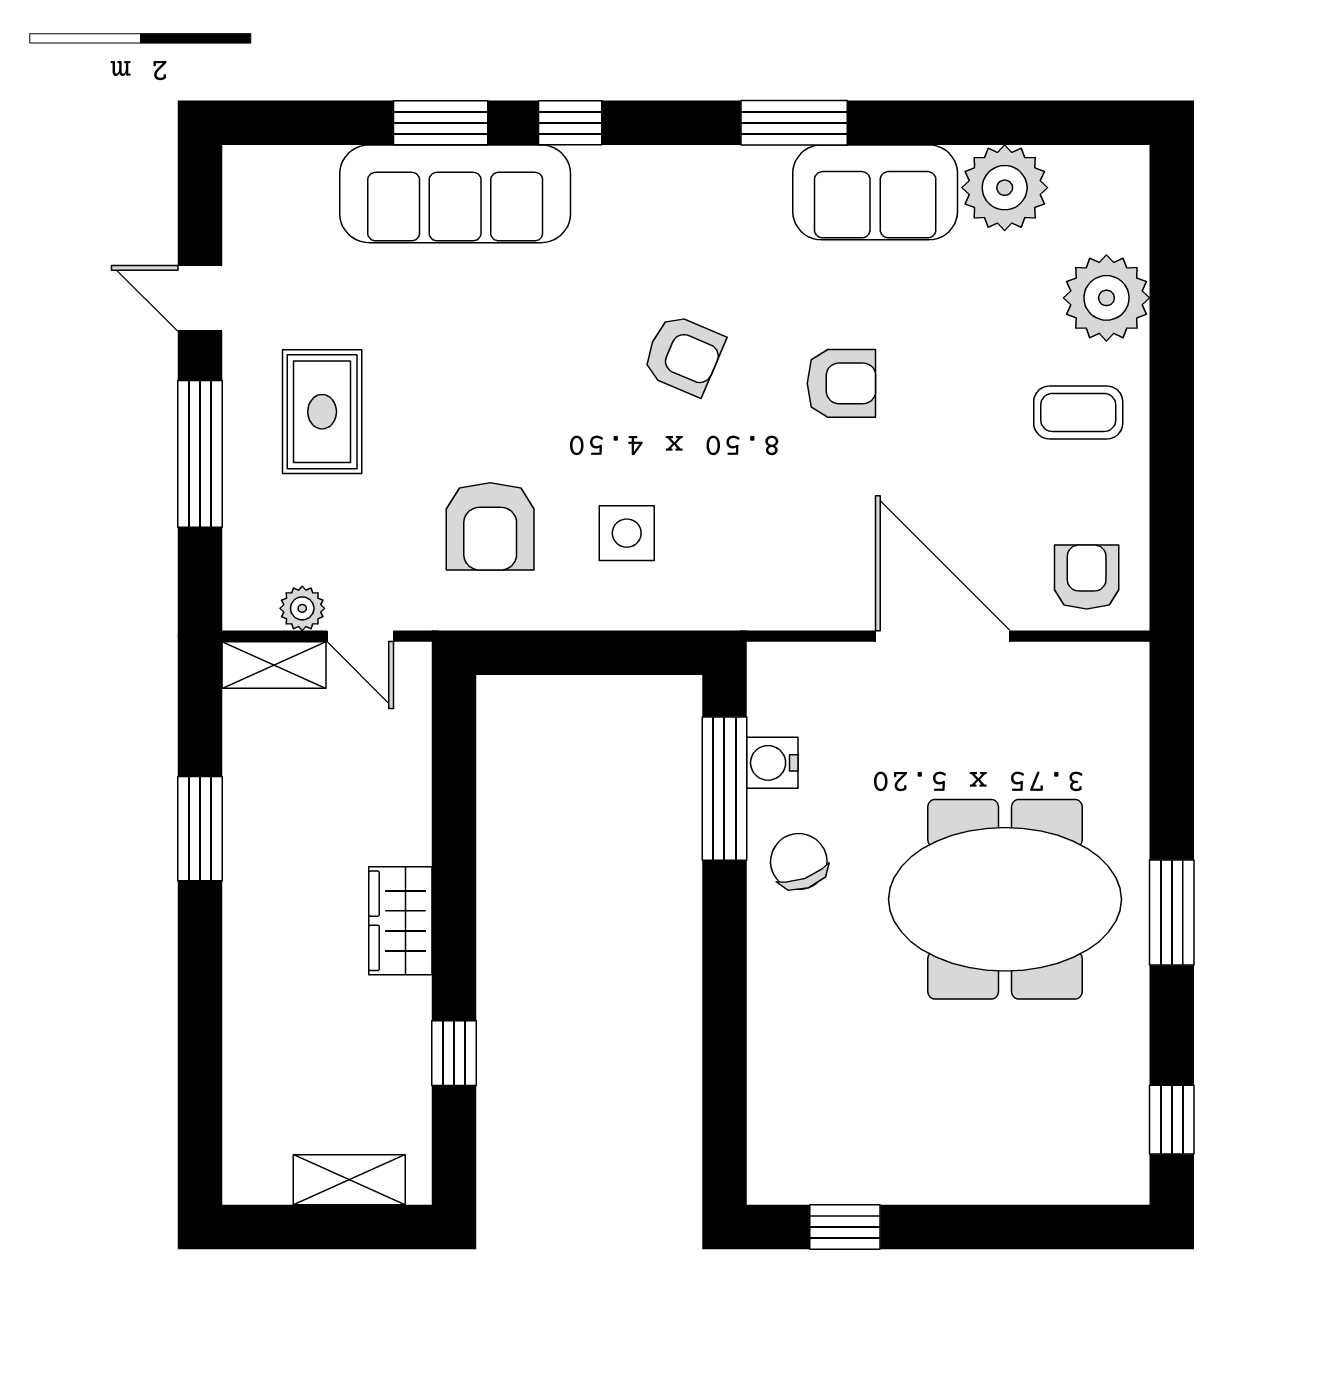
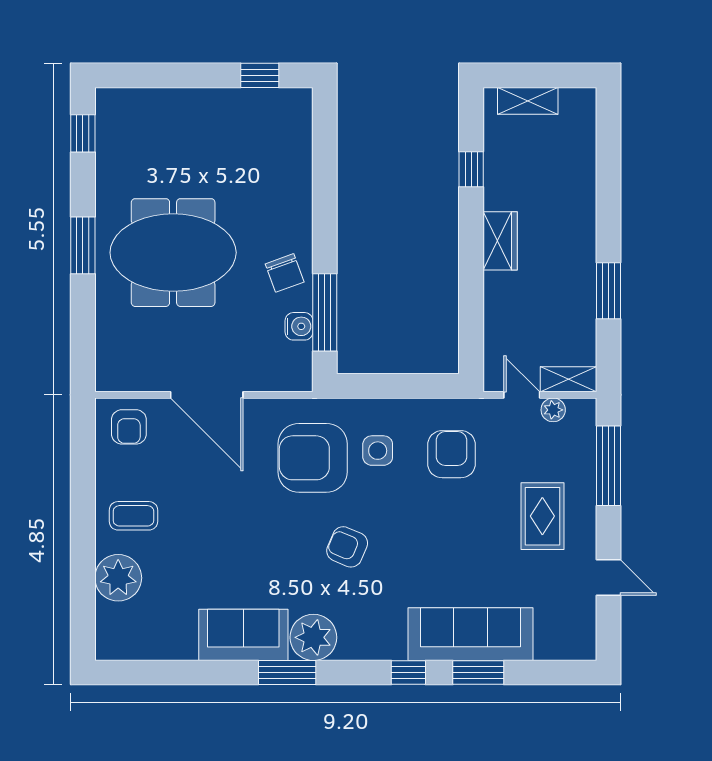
plant: (1005, 188) -> (313, 637), moved
armchair: (841, 383) -> (313, 458), moved, width x1.88, depth x1.88
window: (200, 454) -> (608, 466), moved

